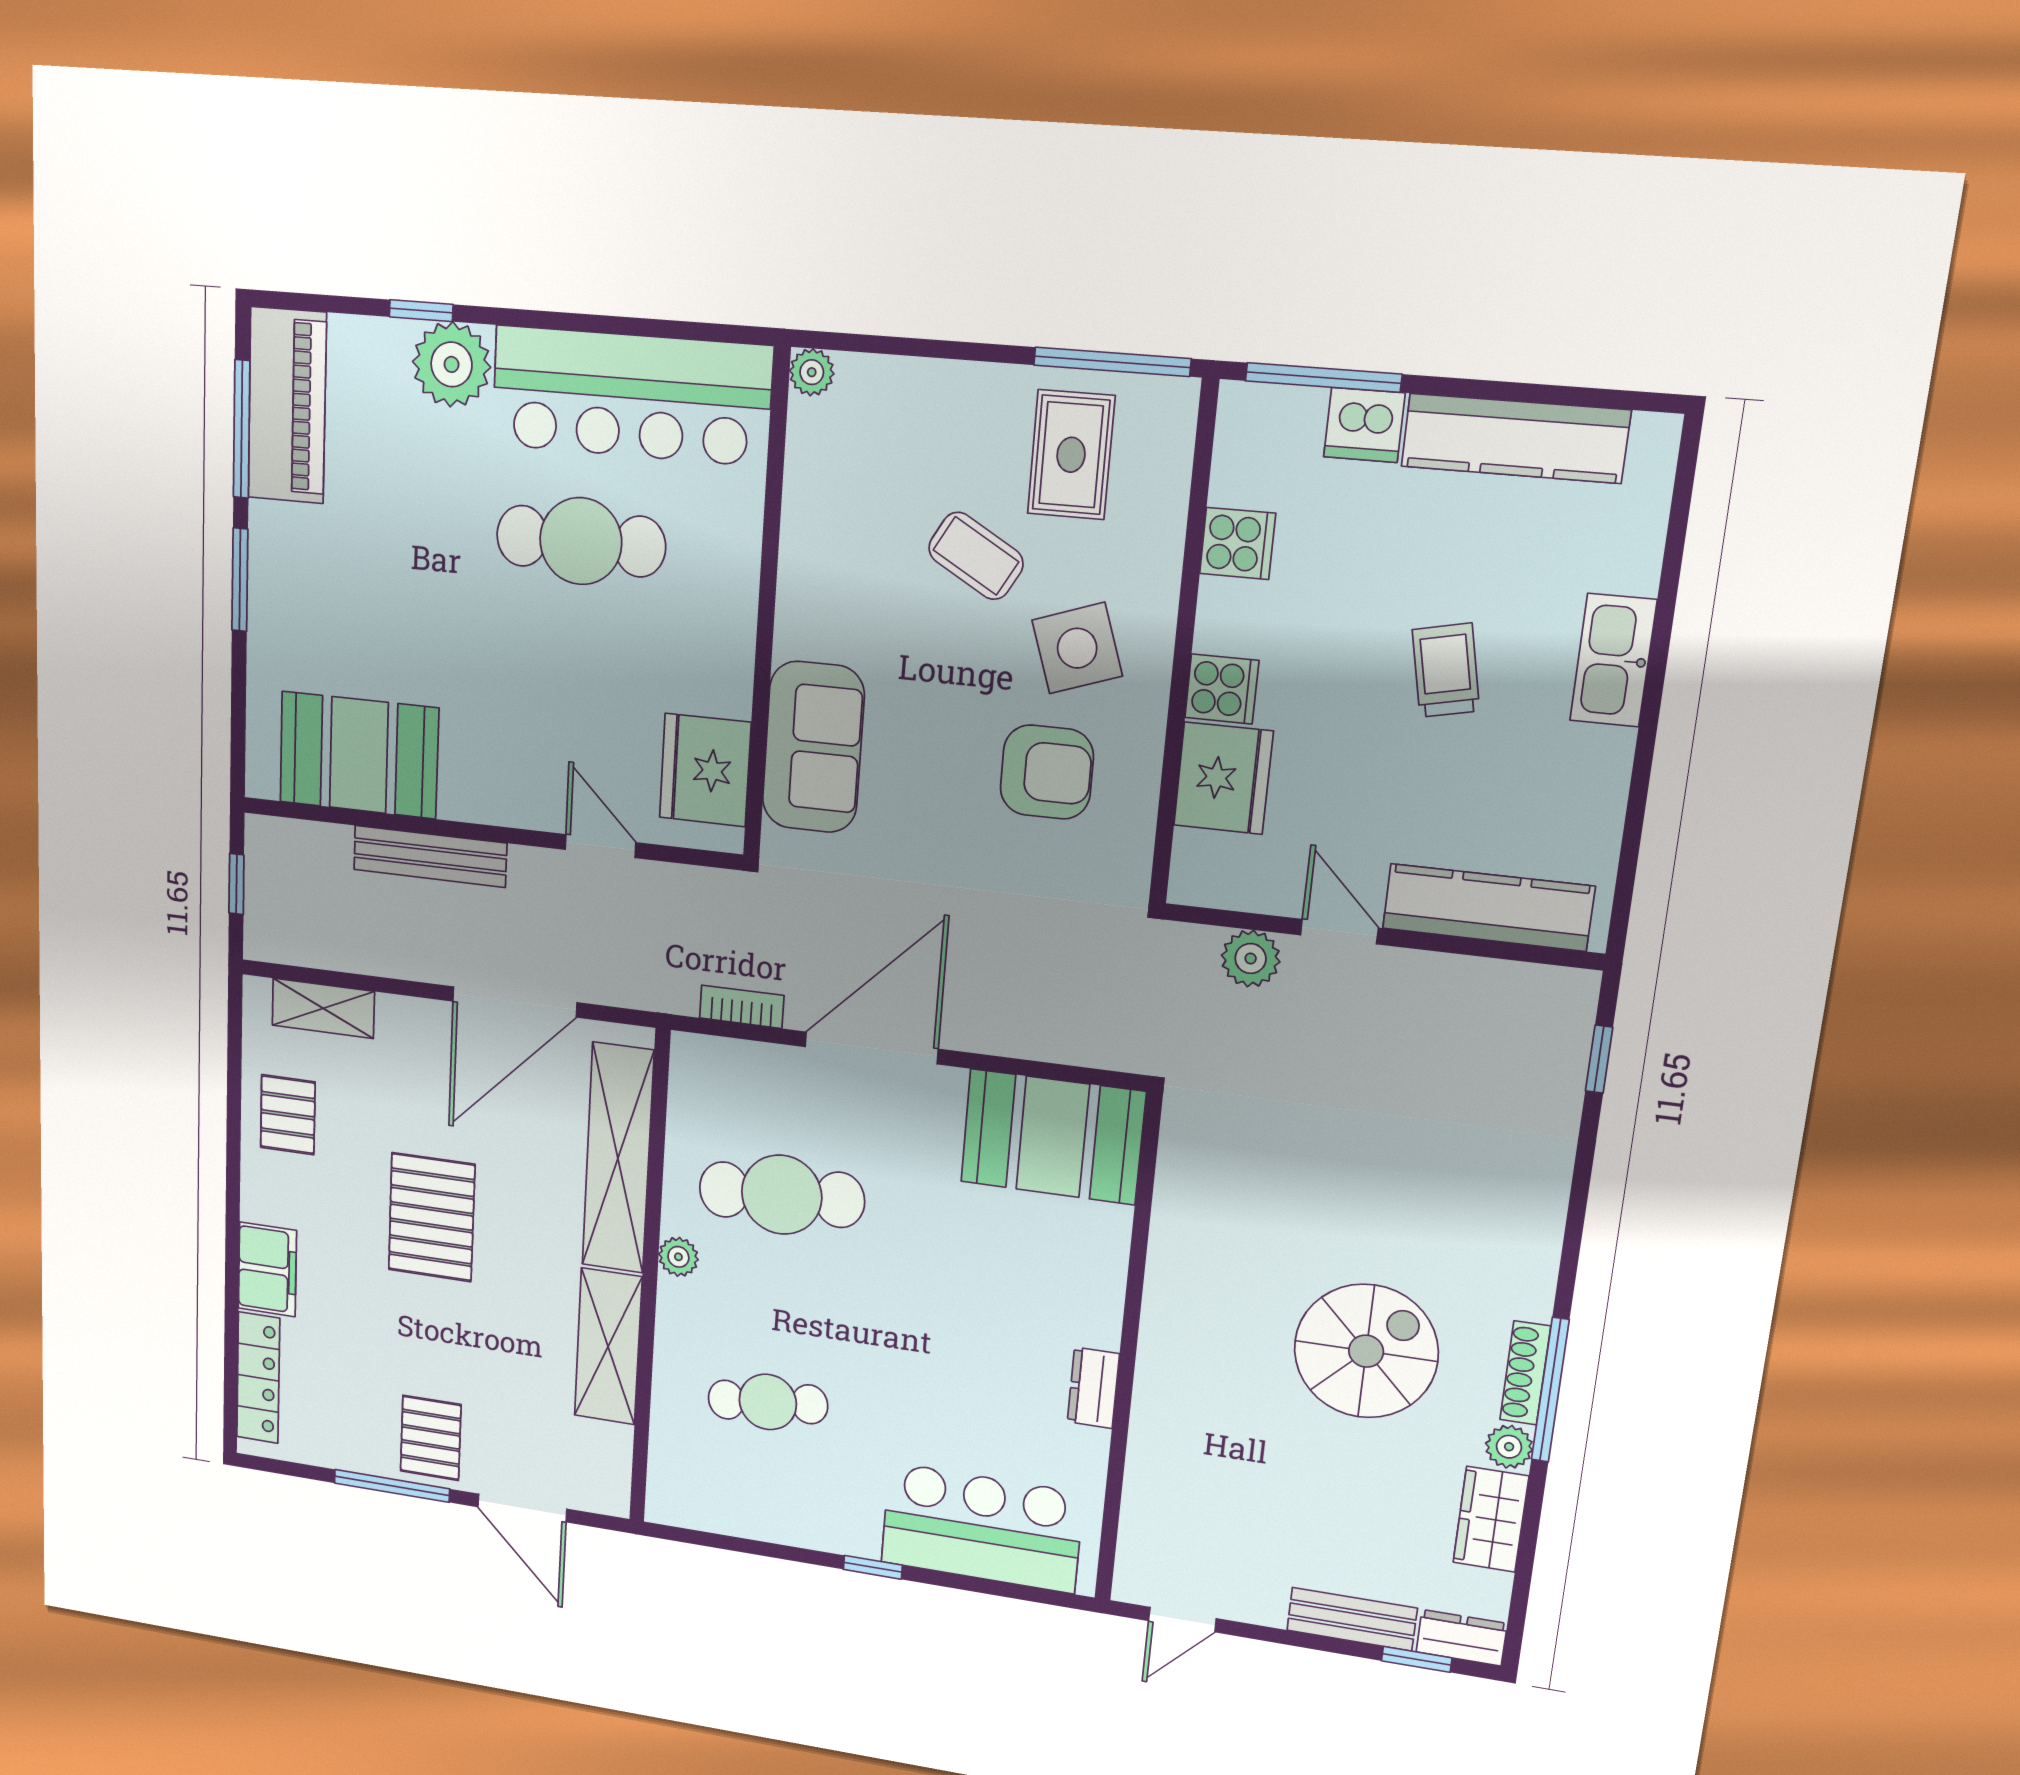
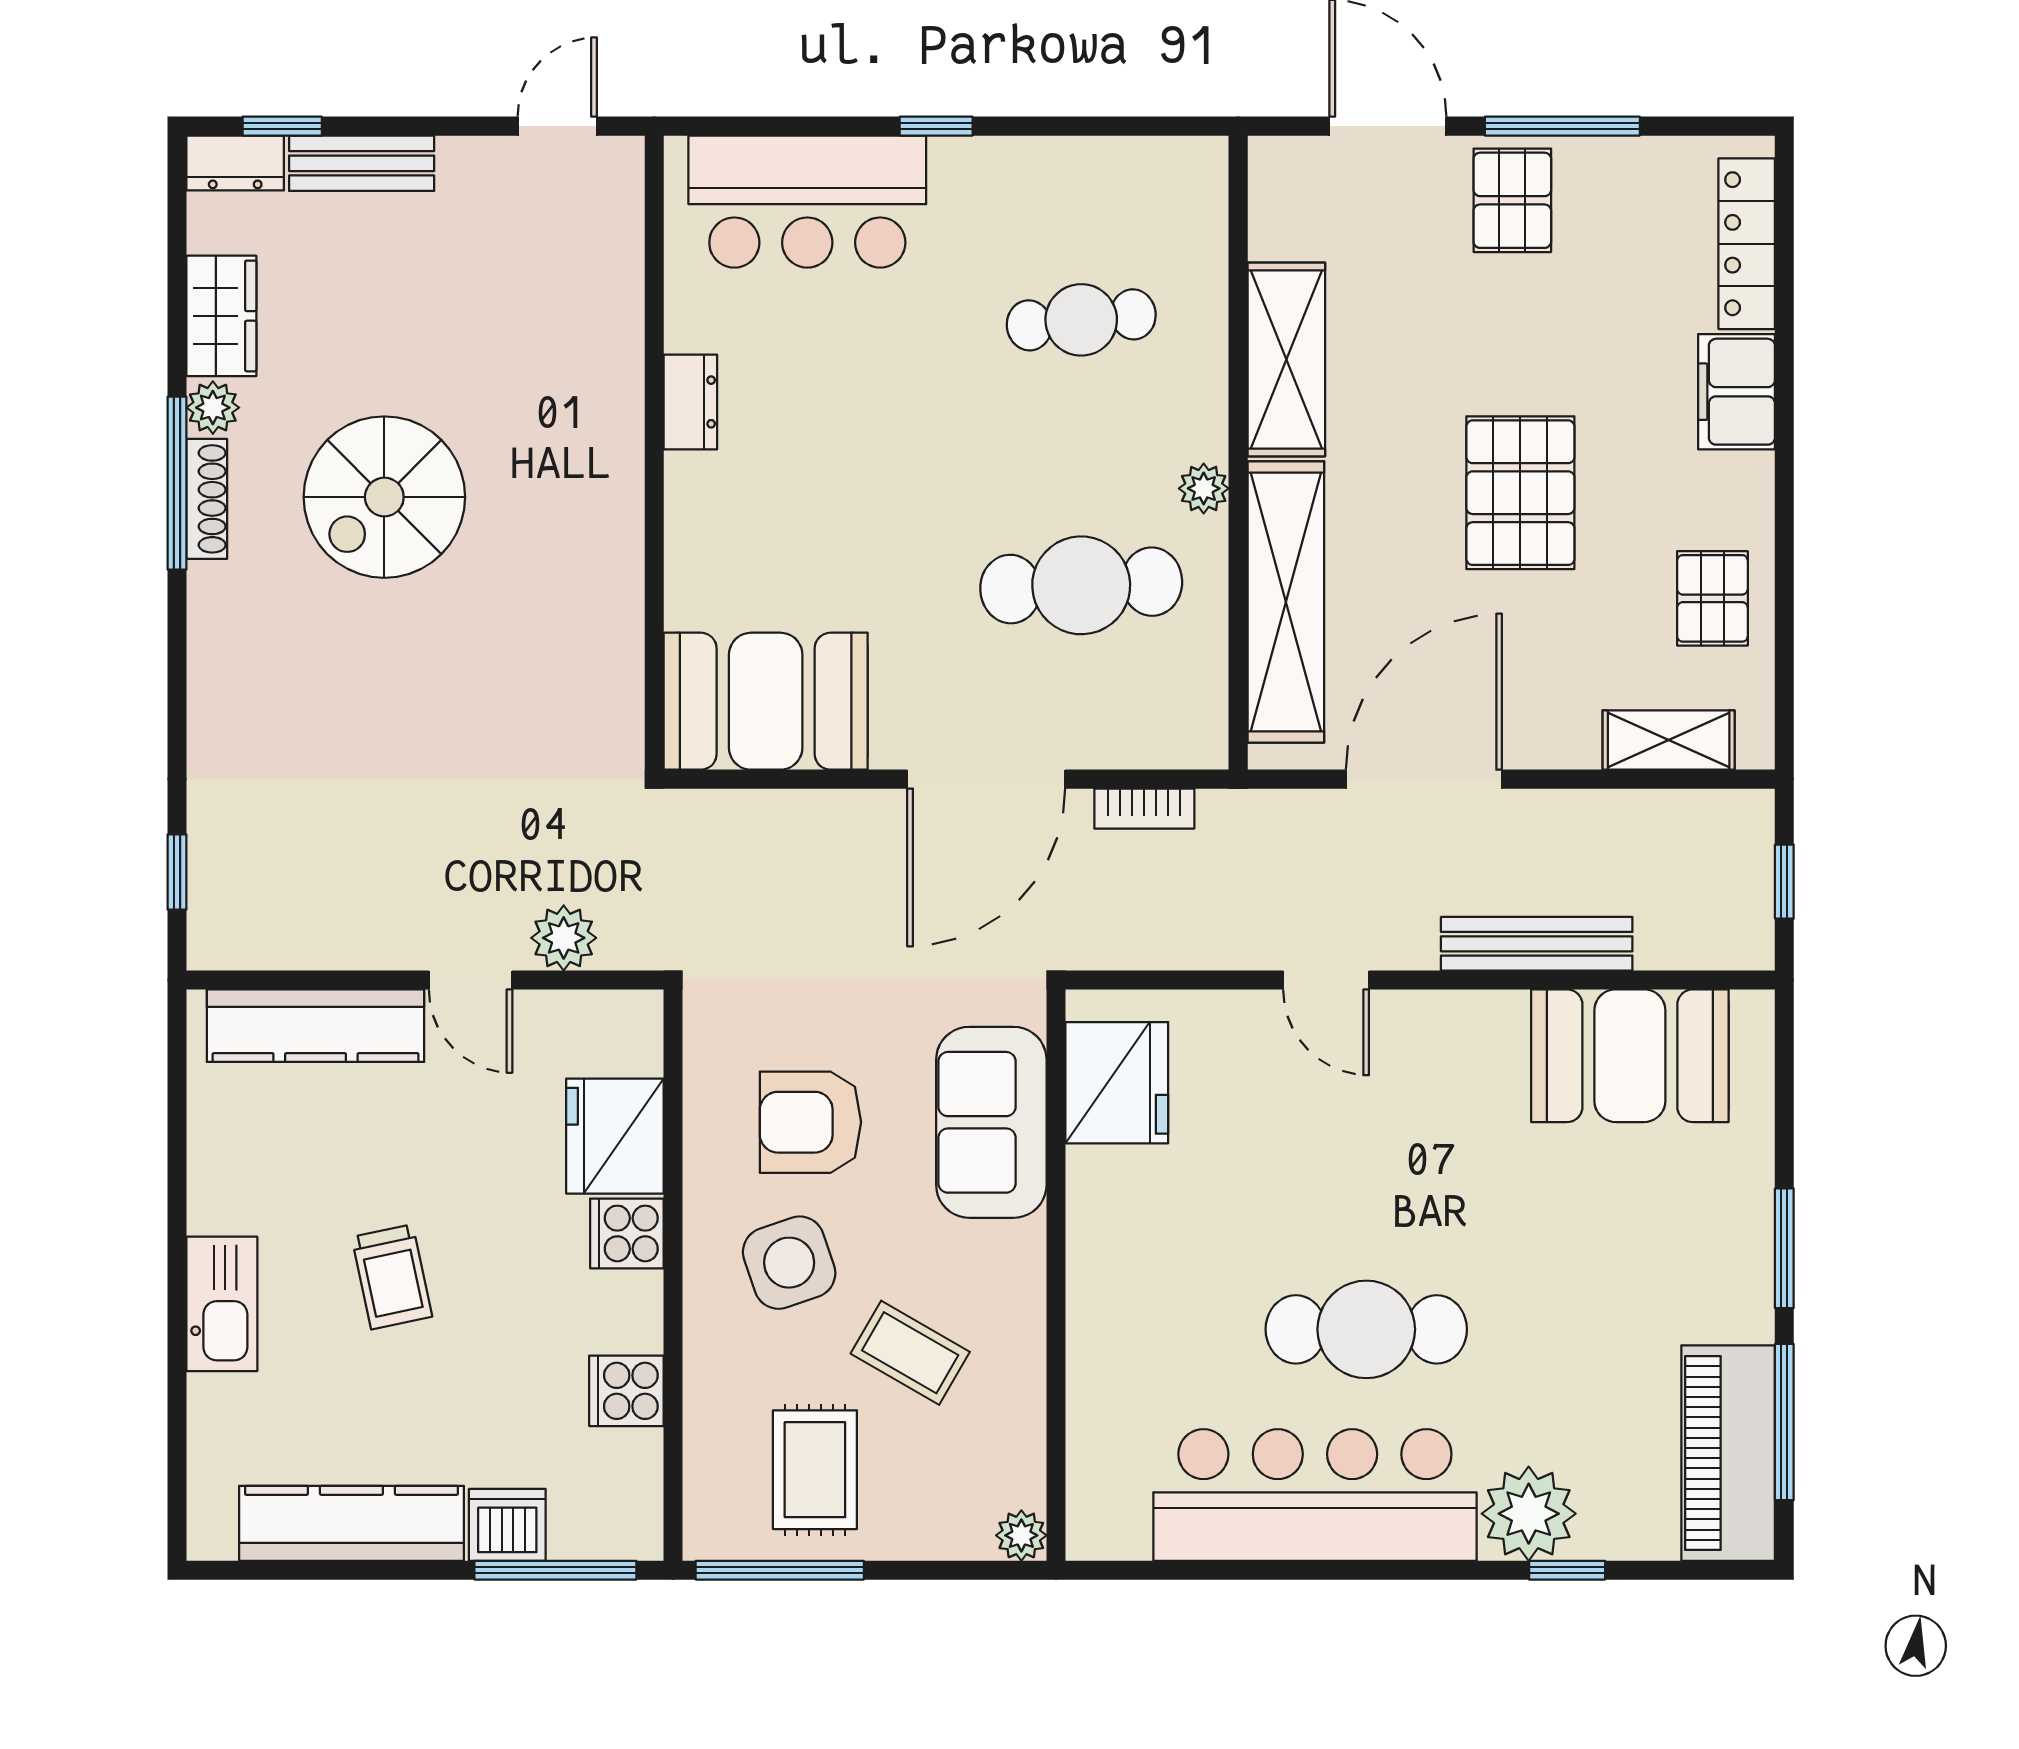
plant: (812, 372) -> (1021, 1535), moved
wall: (767, 607) -> (1056, 1275), moved
sofa: (813, 747) -> (991, 1122), moved
fridge: (705, 770) -> (1117, 1083), moved

